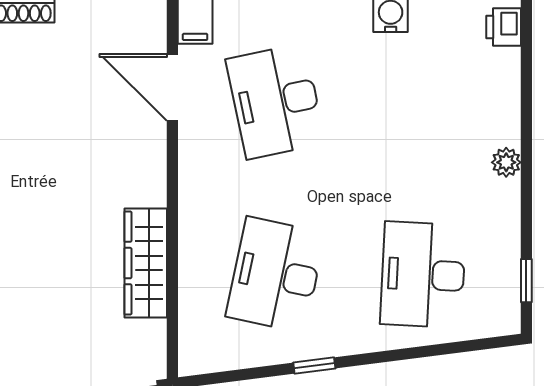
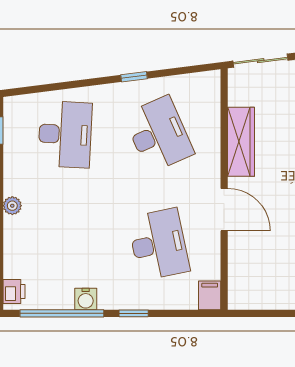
door: (172, 87) -> (224, 210), moved
desk: (276, 275) -> (159, 134), turned -36

